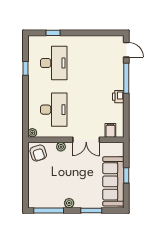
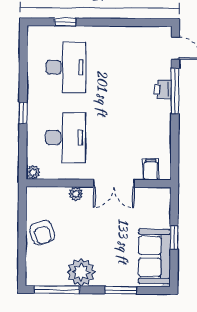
window: (25, 68) -> (23, 113), moved
printer: (118, 97) -> (163, 90), moved
armchair: (38, 153) -> (42, 233), moved
sofa: (113, 181) -> (154, 256), width x0.73
plant: (69, 203) -> (81, 272), width x1.87, depth x1.87

